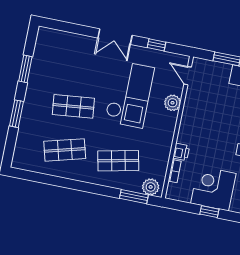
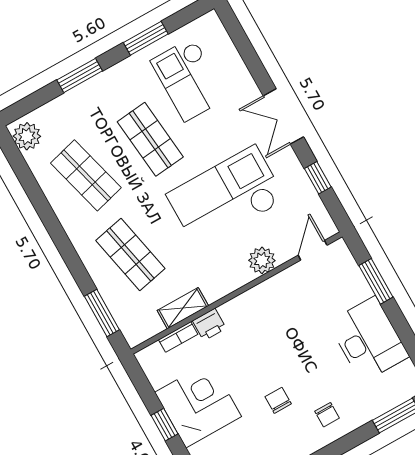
checkout: (61, 65) -> (189, 79), added
checkout: (129, 94) -> (226, 197), turned 180
shelving: (163, 158) -> (183, 308), added
plant: (151, 187) -> (27, 136), moved

